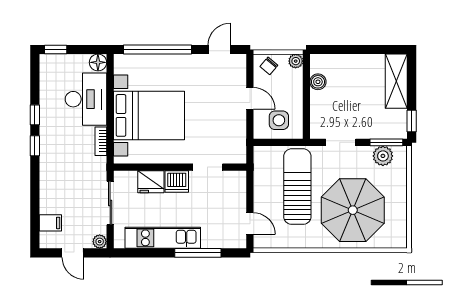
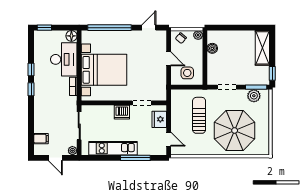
fridge: (151, 182) -> (159, 119), moved, turned 90
sun lounger: (297, 187) -> (199, 115), width x0.73, depth x0.75

